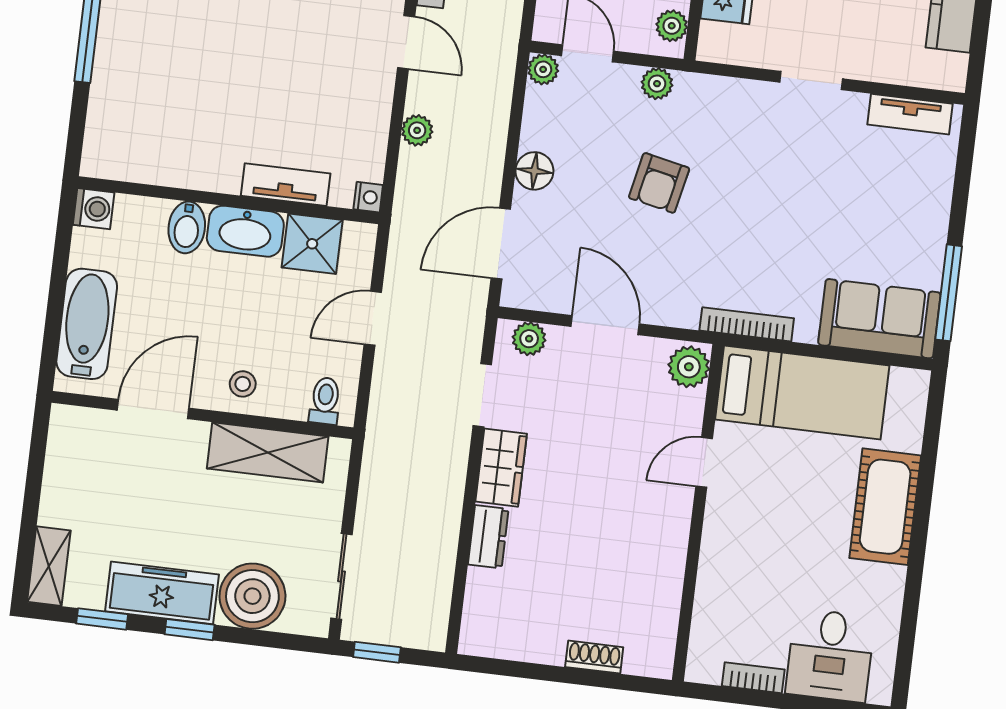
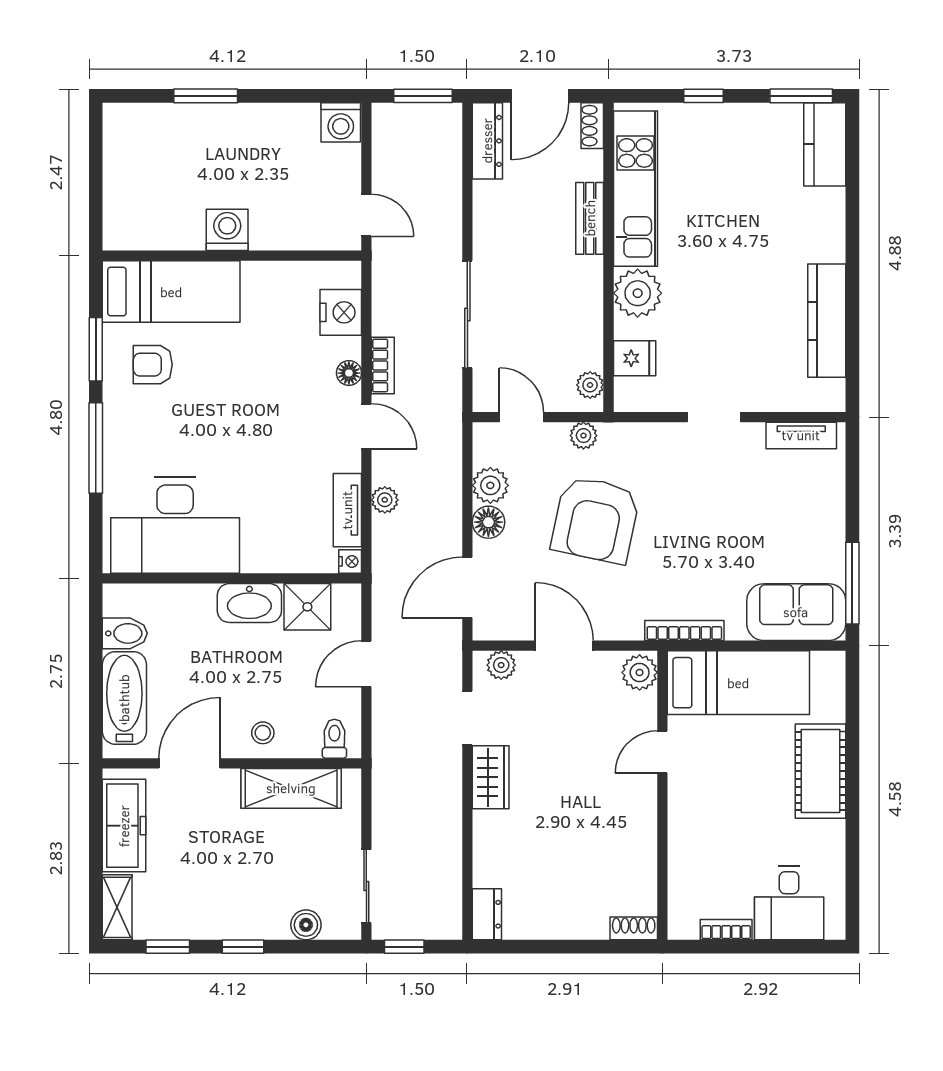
plant: (543, 69) -> (490, 485), moved, width x1.38, depth x1.38
desk: (170, 130) -> (175, 525), added
armchair: (659, 183) -> (595, 520), width x1.88, depth x1.88
tv unit: (286, 185) -> (347, 510), moved, turned -90
washing machine: (94, 209) -> (118, 599), removed
bidet: (187, 227) -> (125, 633), moved, turned -90
dresser: (488, 537) -> (487, 914), moved
freezer: (162, 593) -> (124, 826), moved, turned 90
boiler: (252, 596) -> (306, 925), width x0.54, depth x0.54
shoe rack: (594, 657) -> (634, 928), moved

